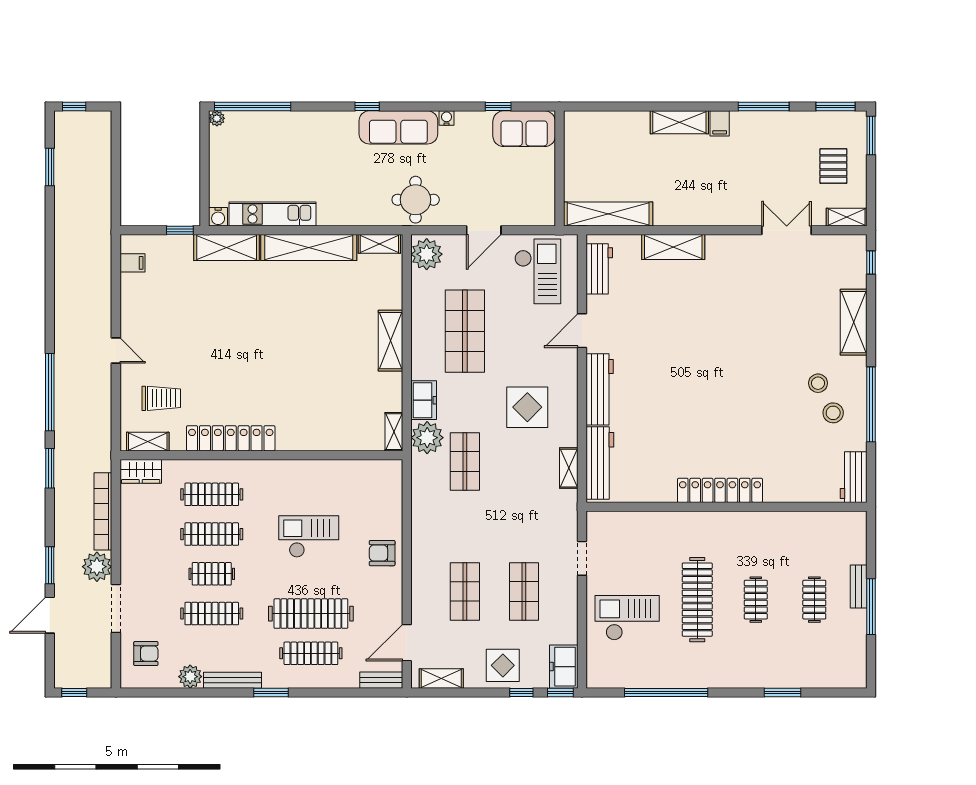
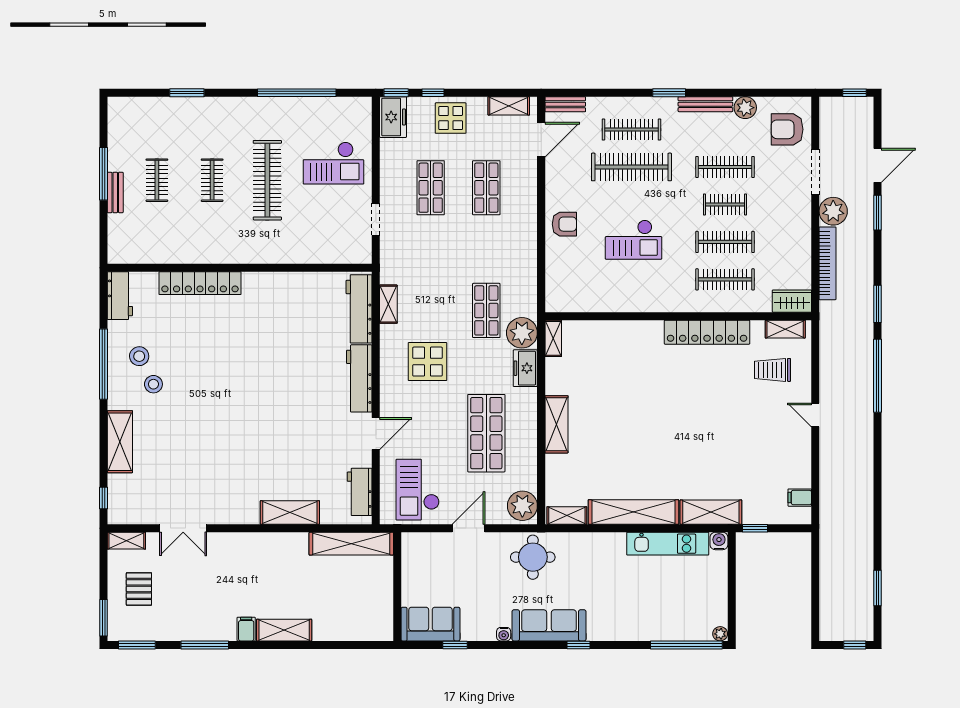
locker: (720, 490) -> (200, 283), moved
armchair: (146, 654) -> (787, 129), width x1.38, depth x1.38

